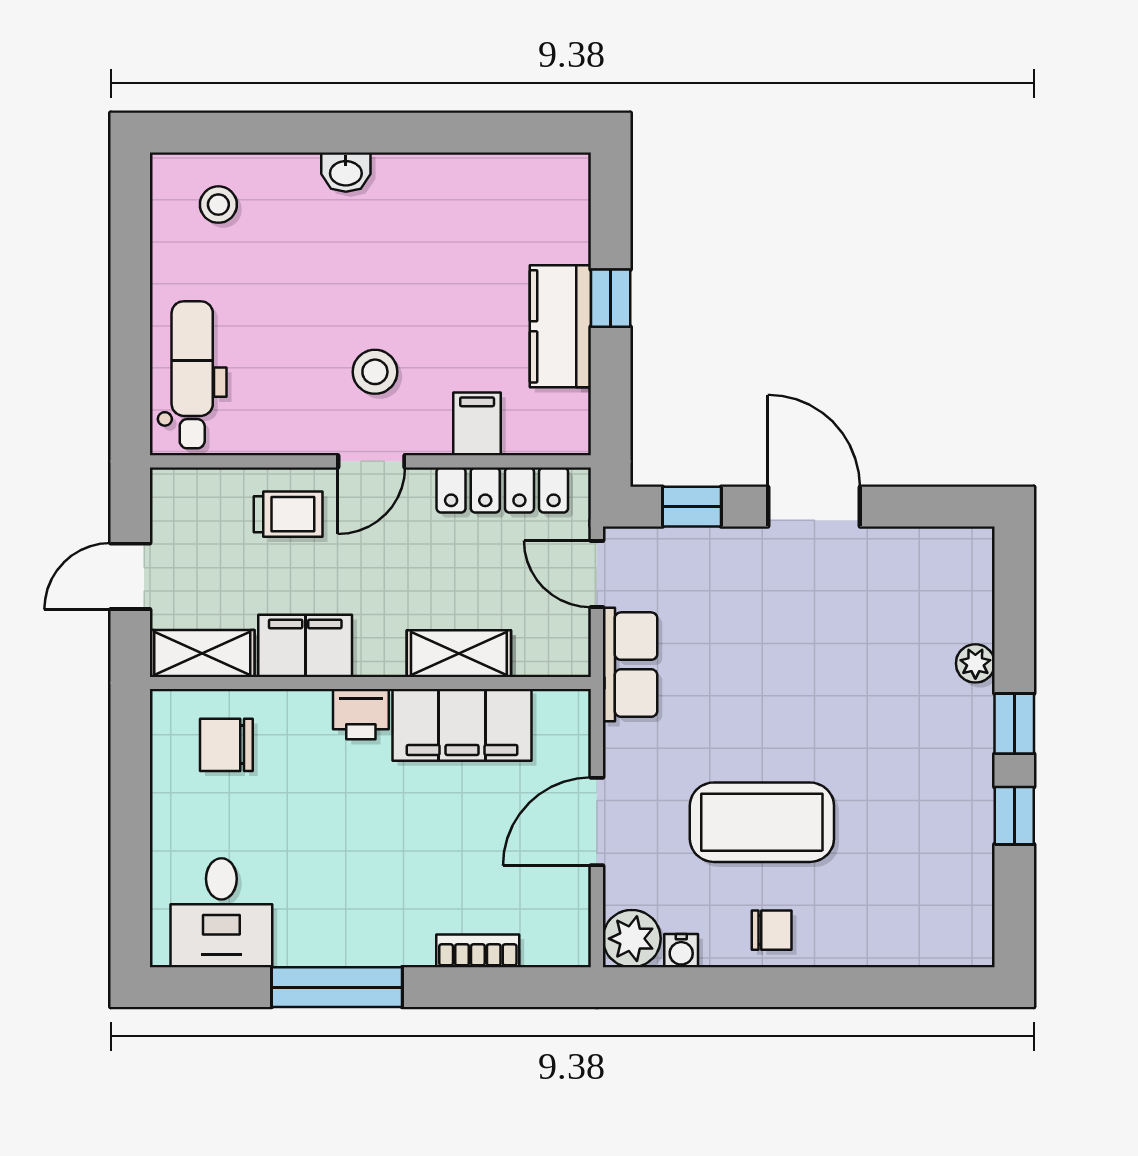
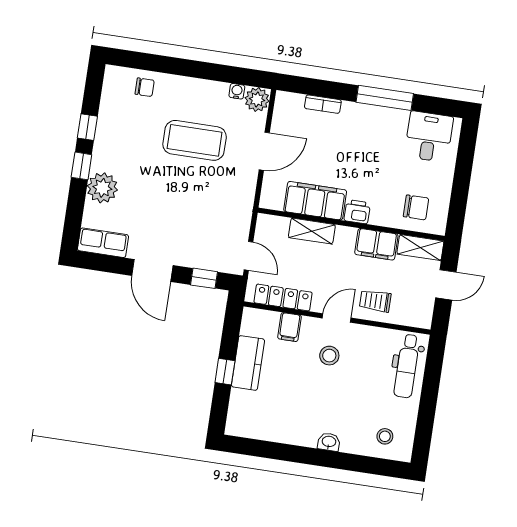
plant: (975, 663) -> (102, 188), width x1.87, depth x1.87
row of seats: (630, 665) -> (103, 243), moved, turned 90
chair: (772, 930) -> (145, 87), moved, turned 180

